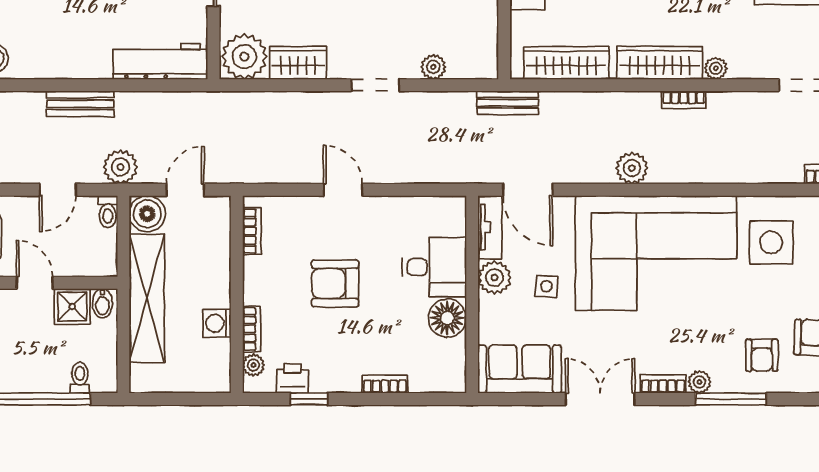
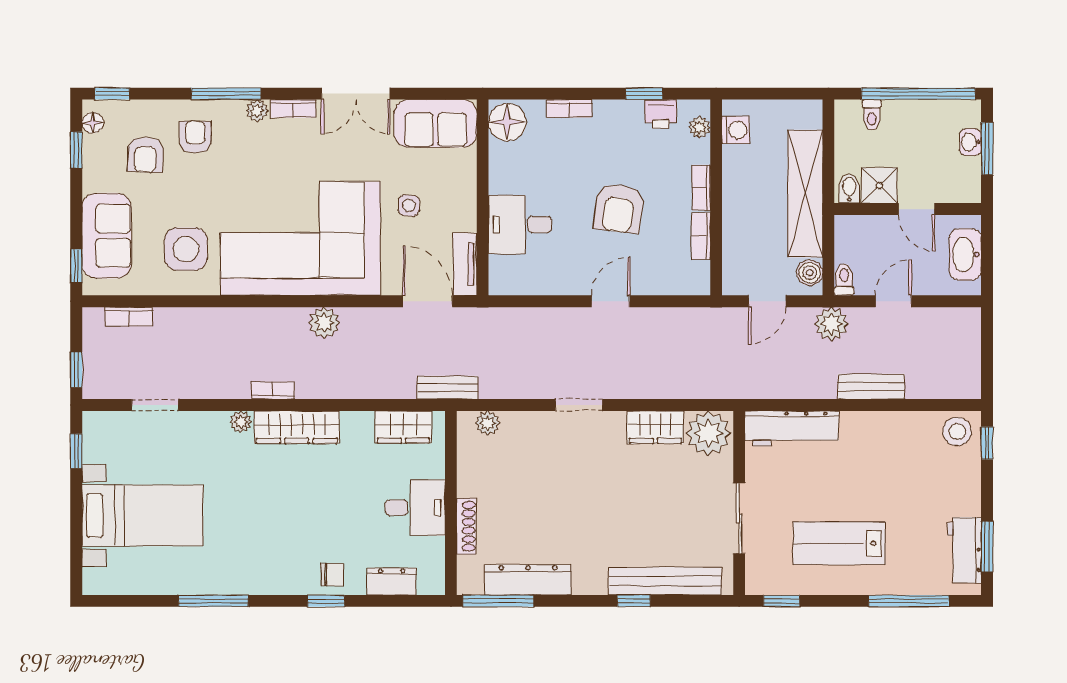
wardrobe: (566, 63) -> (403, 427), width x0.67
plant: (433, 67) -> (488, 423), moved
door: (343, 190) -> (611, 301), swing flipped
boiler: (147, 214) -> (810, 273), width x0.73, depth x0.73
bookcase: (252, 231) -> (701, 236), moved
plant: (494, 278) -> (460, 214), removed
armchair: (335, 283) -> (619, 208), turned 97
floor lamp: (447, 318) -> (507, 122), moved
washing machine: (217, 323) -> (736, 130), moved
bookcase: (252, 329) -> (701, 188), moved

